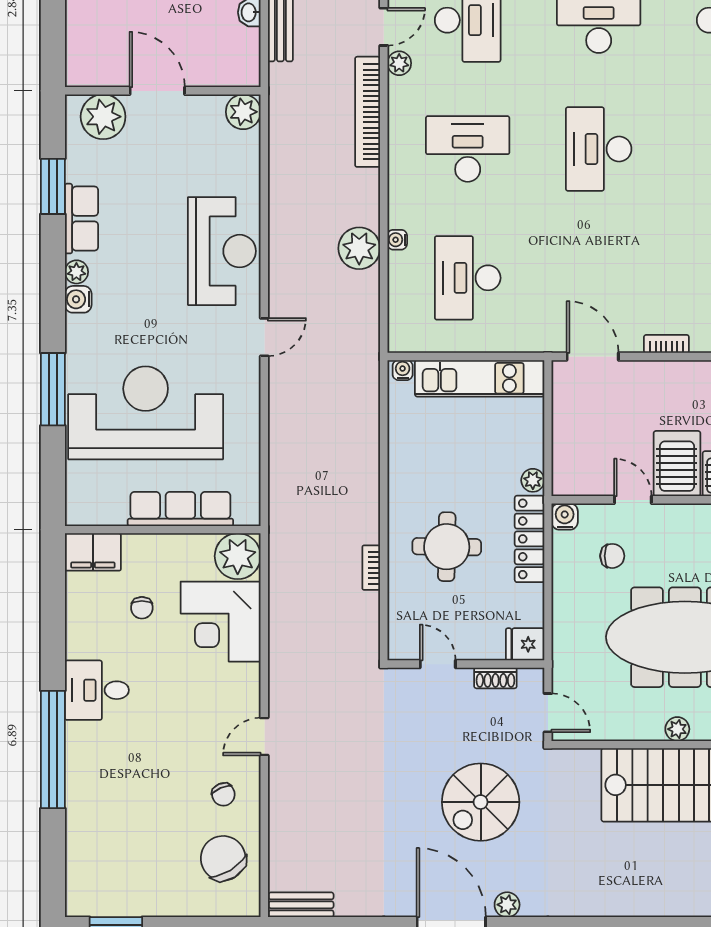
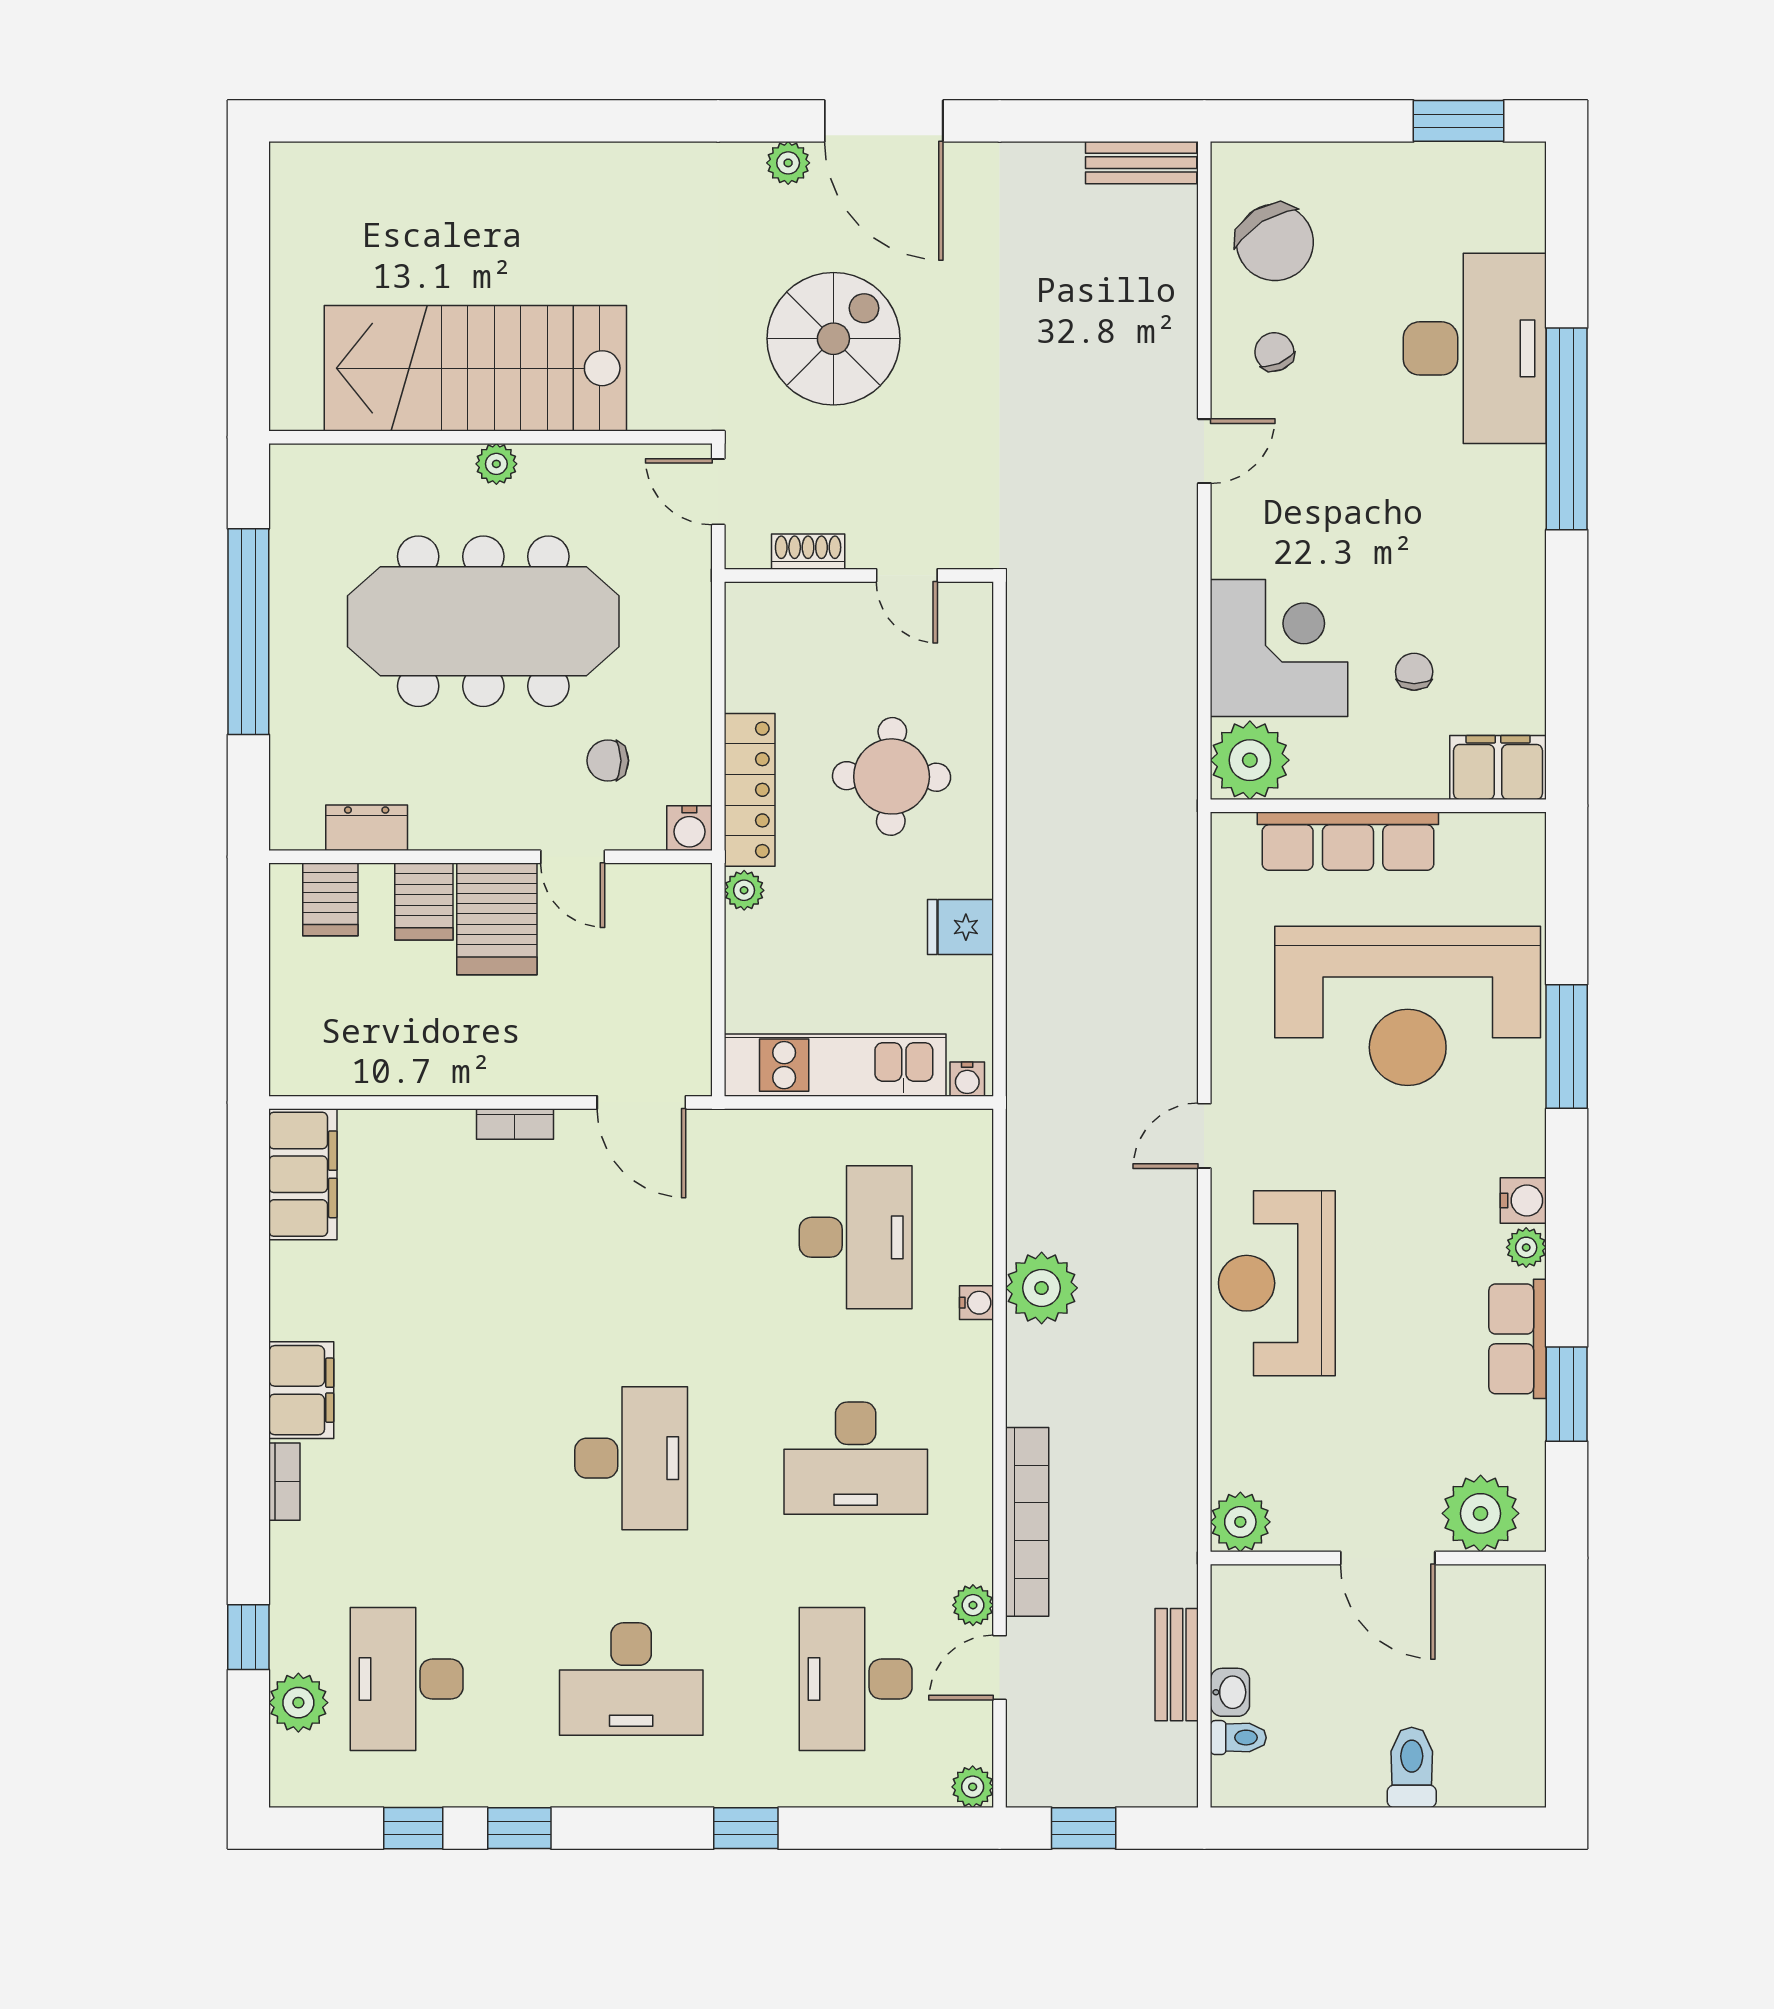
bookcase: (371, 568) -> (1021, 741), removed
fridge: (525, 644) -> (961, 927), moved, turned 180
desk: (97, 690) -> (1475, 348), moved, width x1.87, depth x1.30

